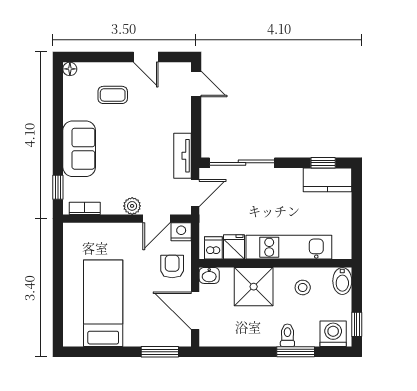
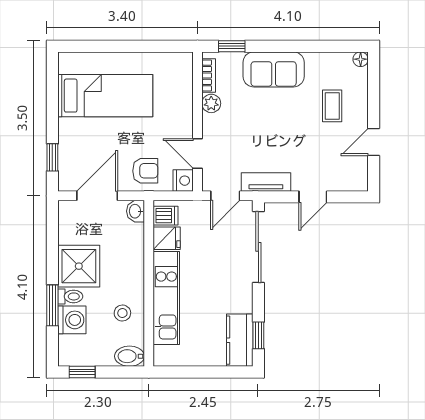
door: (196, 84) -> (313, 197), moved
door: (195, 193) -> (225, 196), hinge flipped
plant: (132, 206) -> (211, 103), moved
shower: (254, 287) -> (79, 266), moved
washing machine: (333, 334) -> (72, 320), moved
window: (160, 352) -> (52, 157), width x0.67

